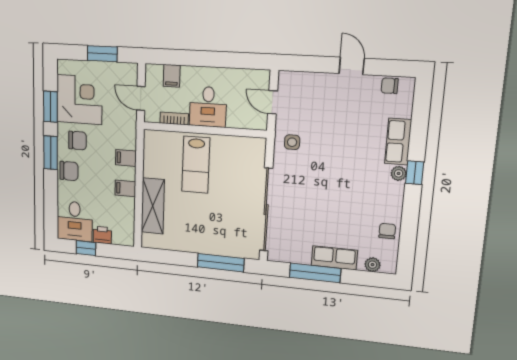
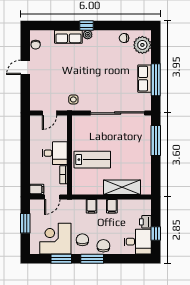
filing cabinet: (172, 76) -> (37, 189), moved
row of seats: (334, 258) -> (145, 79), moved
plant: (372, 265) -> (142, 45), width x1.88, depth x1.88

